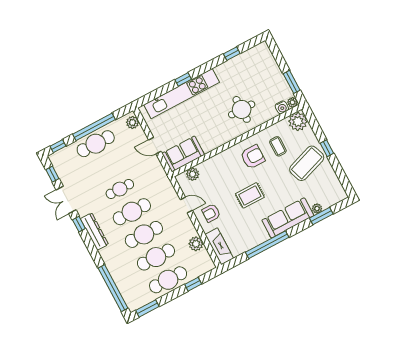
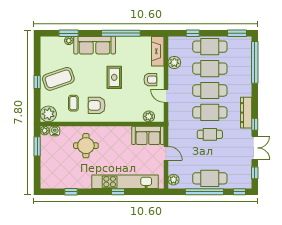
rug: (250, 195) -> (114, 77), turned 90

